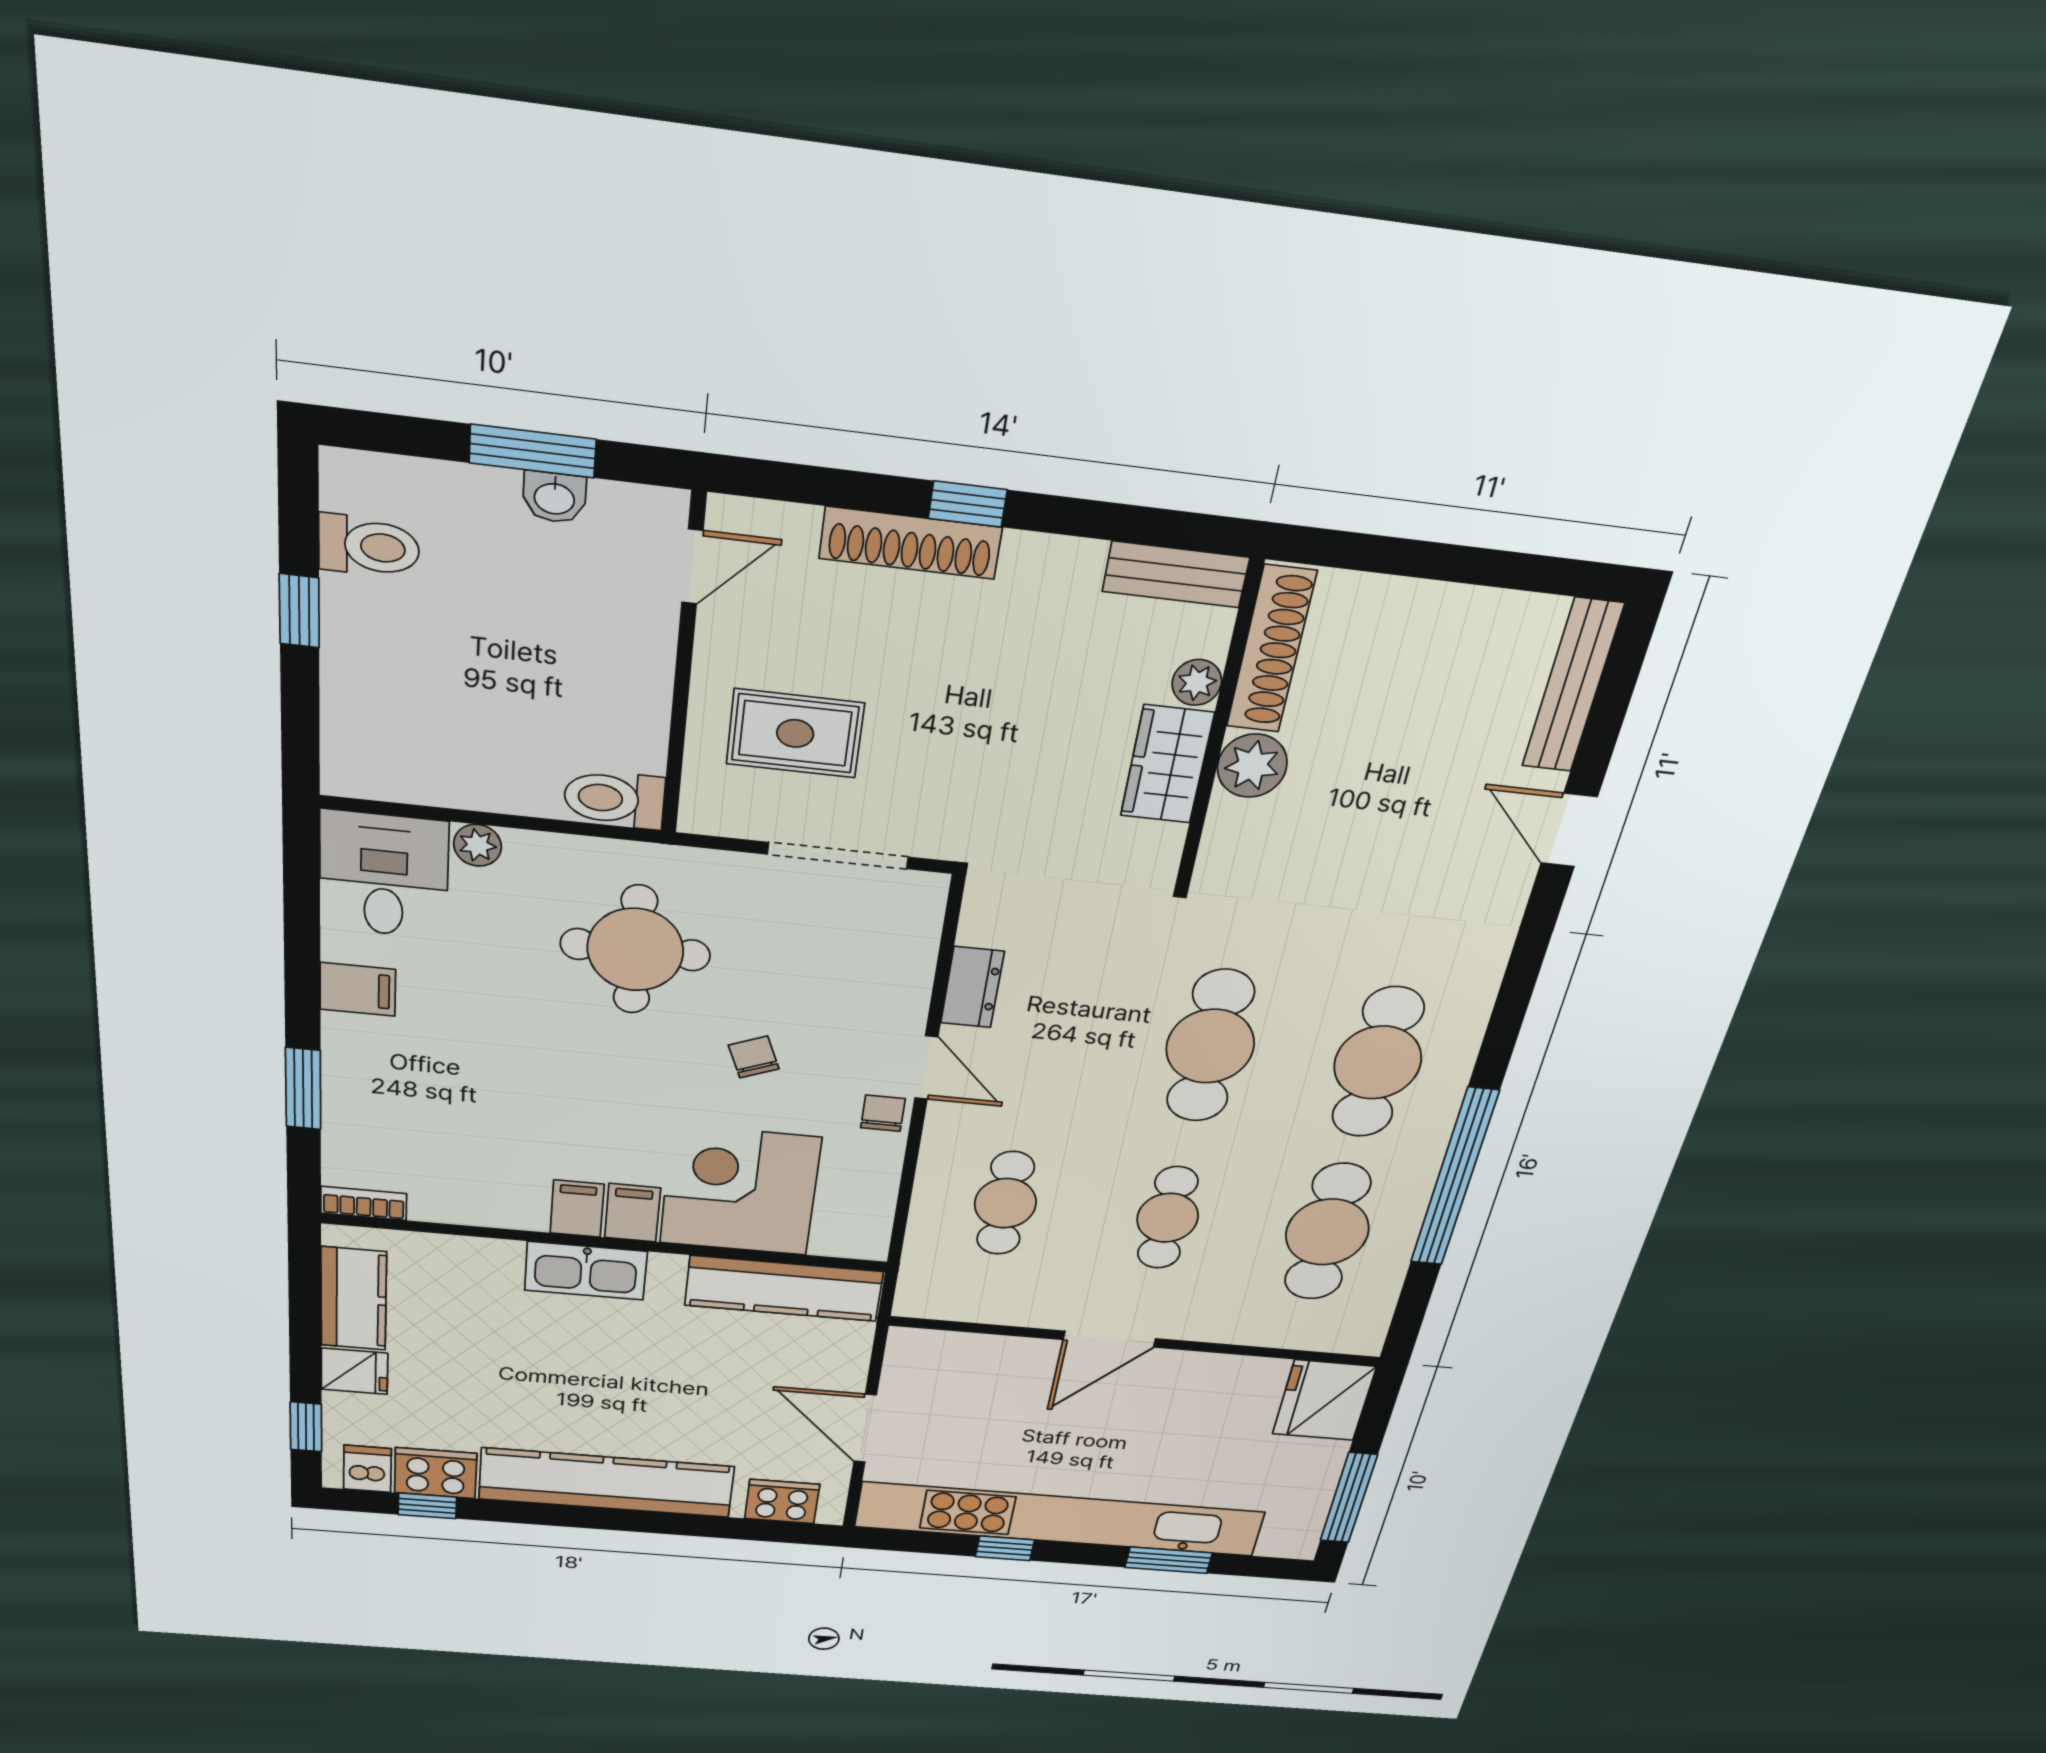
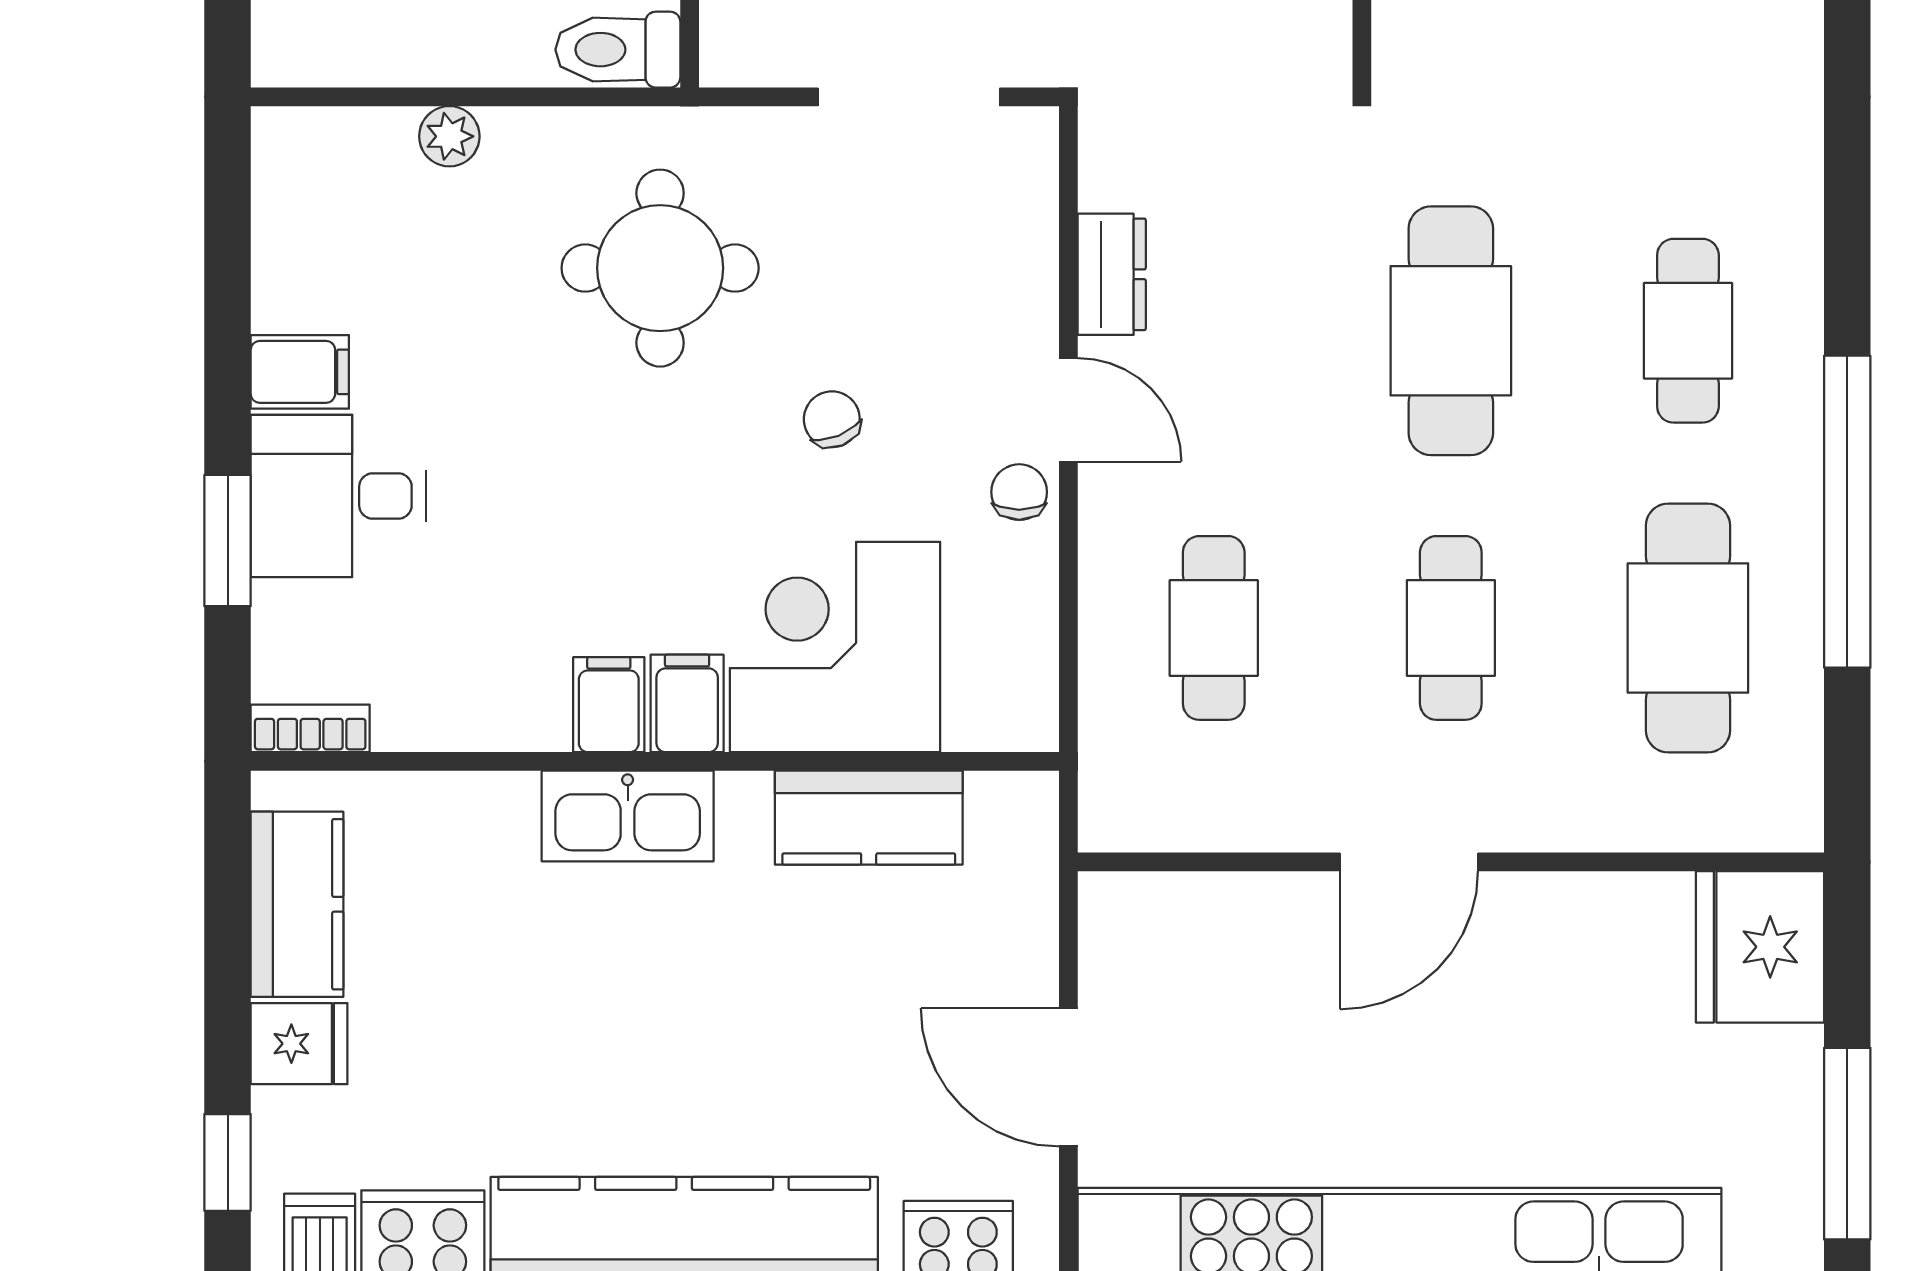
desk: (384, 875) -> (338, 496), moved, turned -90
cafe table: (1378, 1063) -> (1688, 331), width x0.73, depth x0.74
kitchen counter: (784, 1288) -> (869, 818), width x0.67

